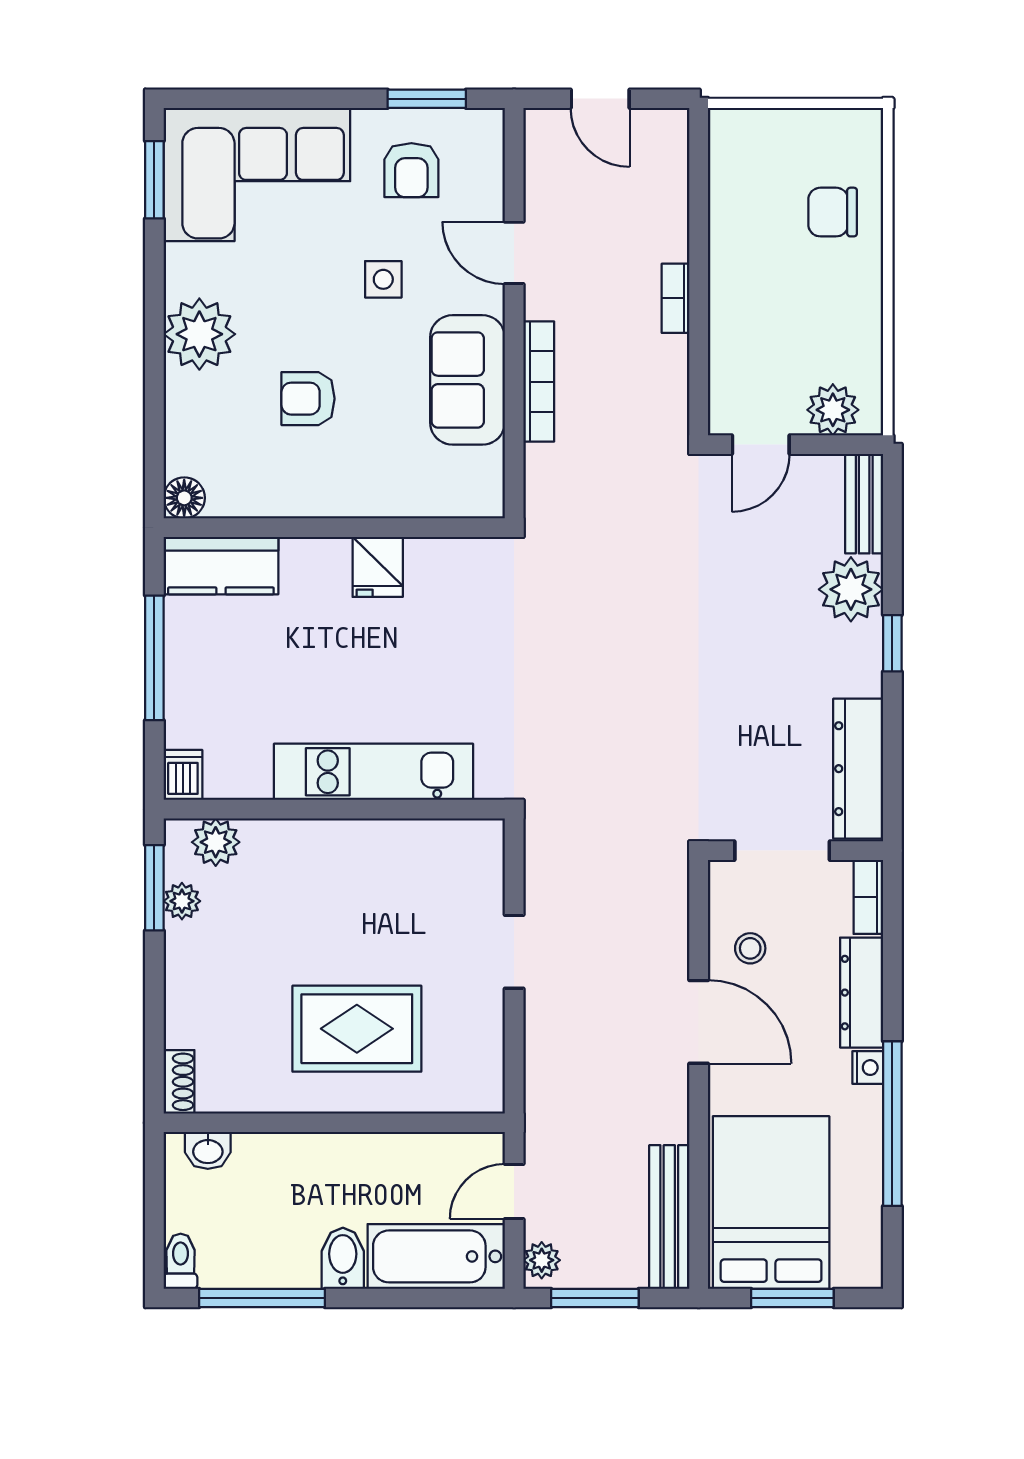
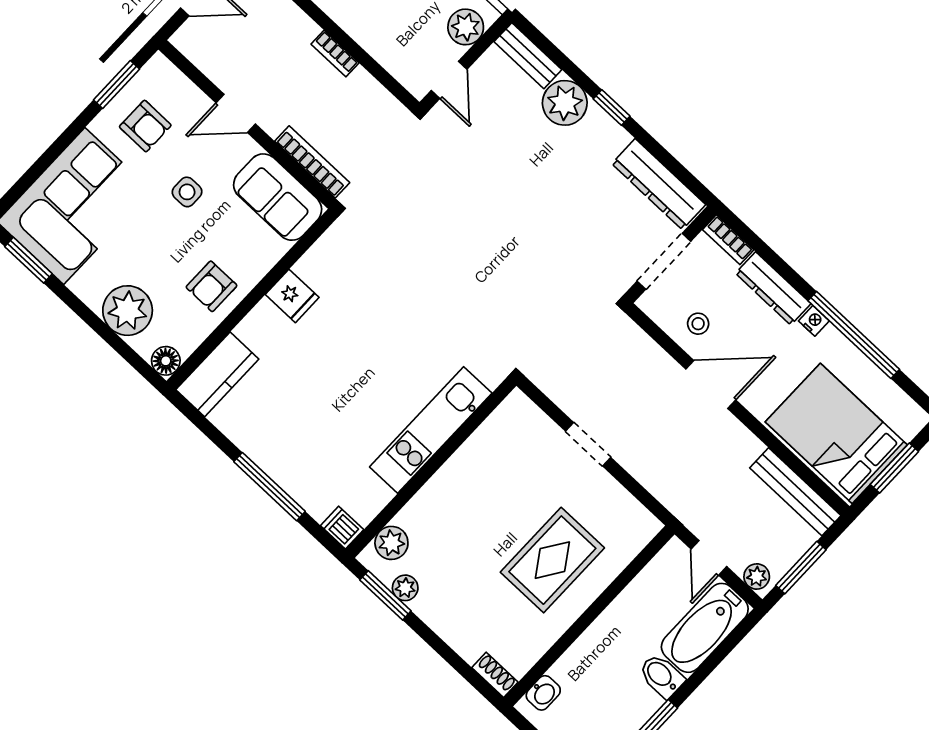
floor lamp: (184, 498) -> (166, 361), moved
wall: (334, 528) -> (252, 299), moved
kitchen counter: (221, 566) -> (217, 374), moved
fridge: (378, 567) -> (292, 296), moved

